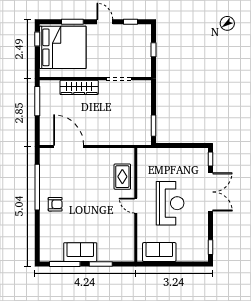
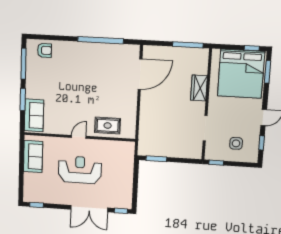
window: (72, 22) -> (268, 72), moved
side table: (133, 47) -> (236, 143), added
window: (153, 50) -> (216, 163), moved
wardrobe: (79, 87) -> (199, 88), width x0.67
reception desk: (170, 203) -> (80, 170), turned 180
armchair: (55, 204) -> (45, 50), moved, turned -90
sofa: (80, 252) -> (34, 115), moved

